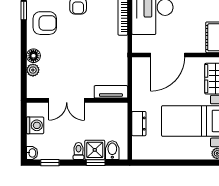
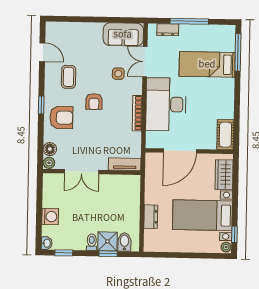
tv unit: (111, 92) -> (125, 164), moved
double door: (67, 100) -> (82, 172), moved
wall: (77, 100) -> (92, 172), moved

